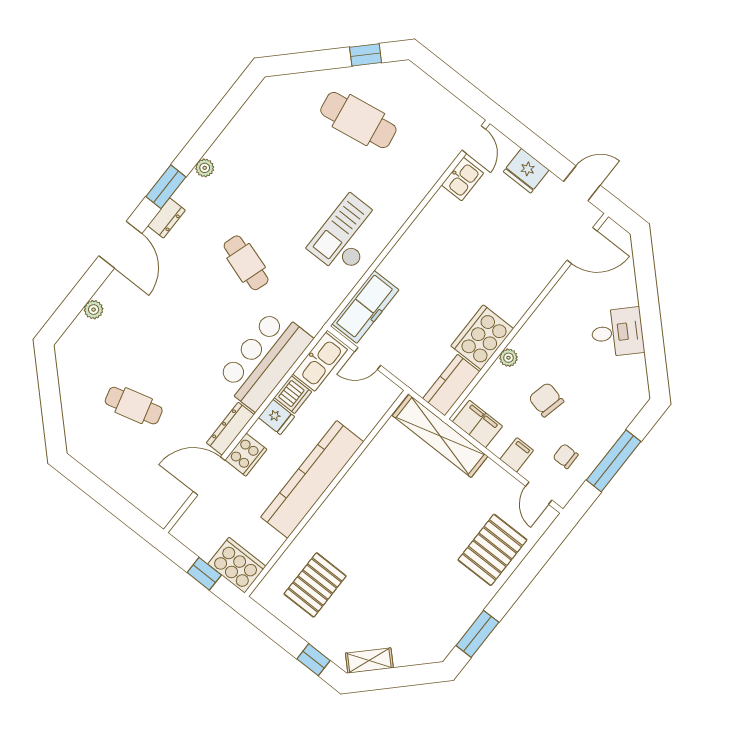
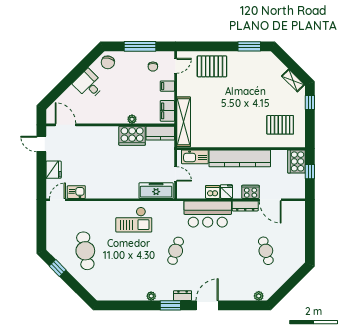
plant: (94, 310) -> (259, 296), moved
kitchen sink: (320, 362) -> (195, 157), moved, turned 180
chair: (546, 400) -> (108, 62), moved

